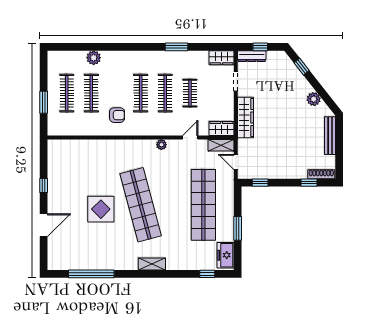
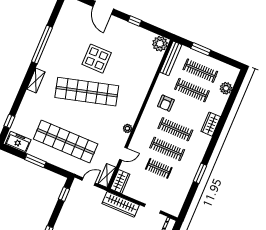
plant: (94, 58) -> (226, 88), moved
wardrobe: (222, 58) -> (211, 124), moved
bench: (67, 130) -> (171, 58), added
door: (190, 138) -> (123, 154), hinge flipped
plant: (56, 148) -> (160, 44), added
window: (91, 274) -> (42, 44), moved

